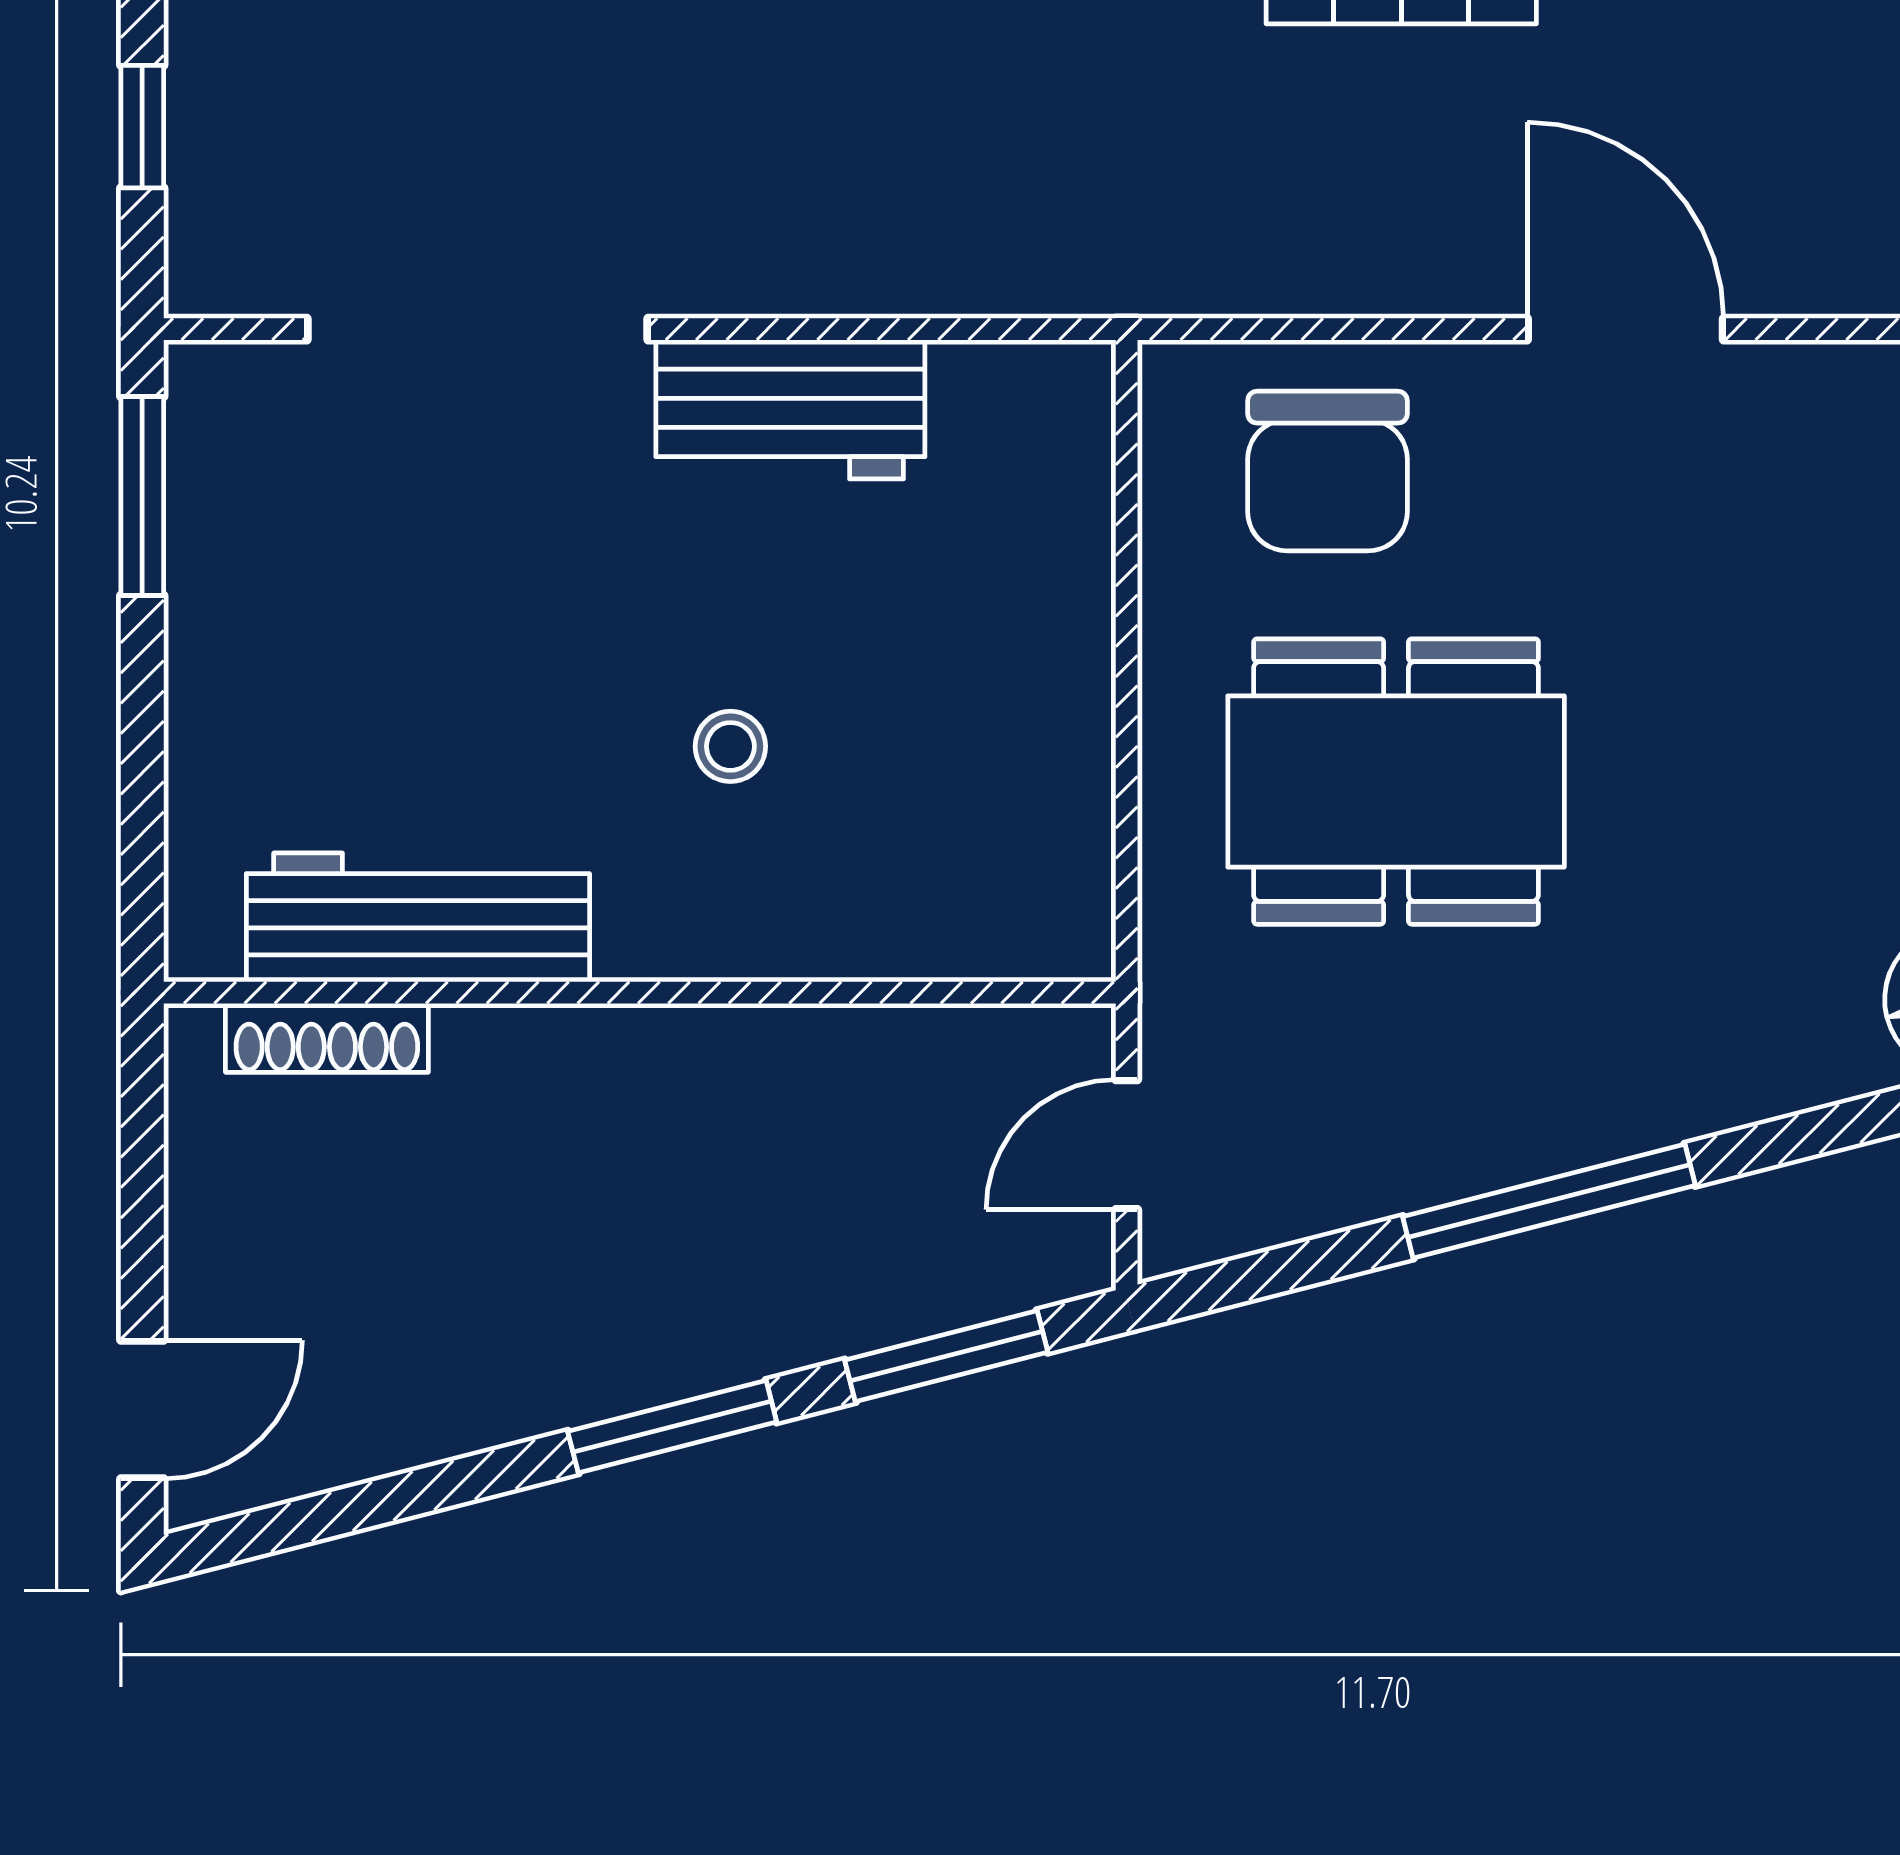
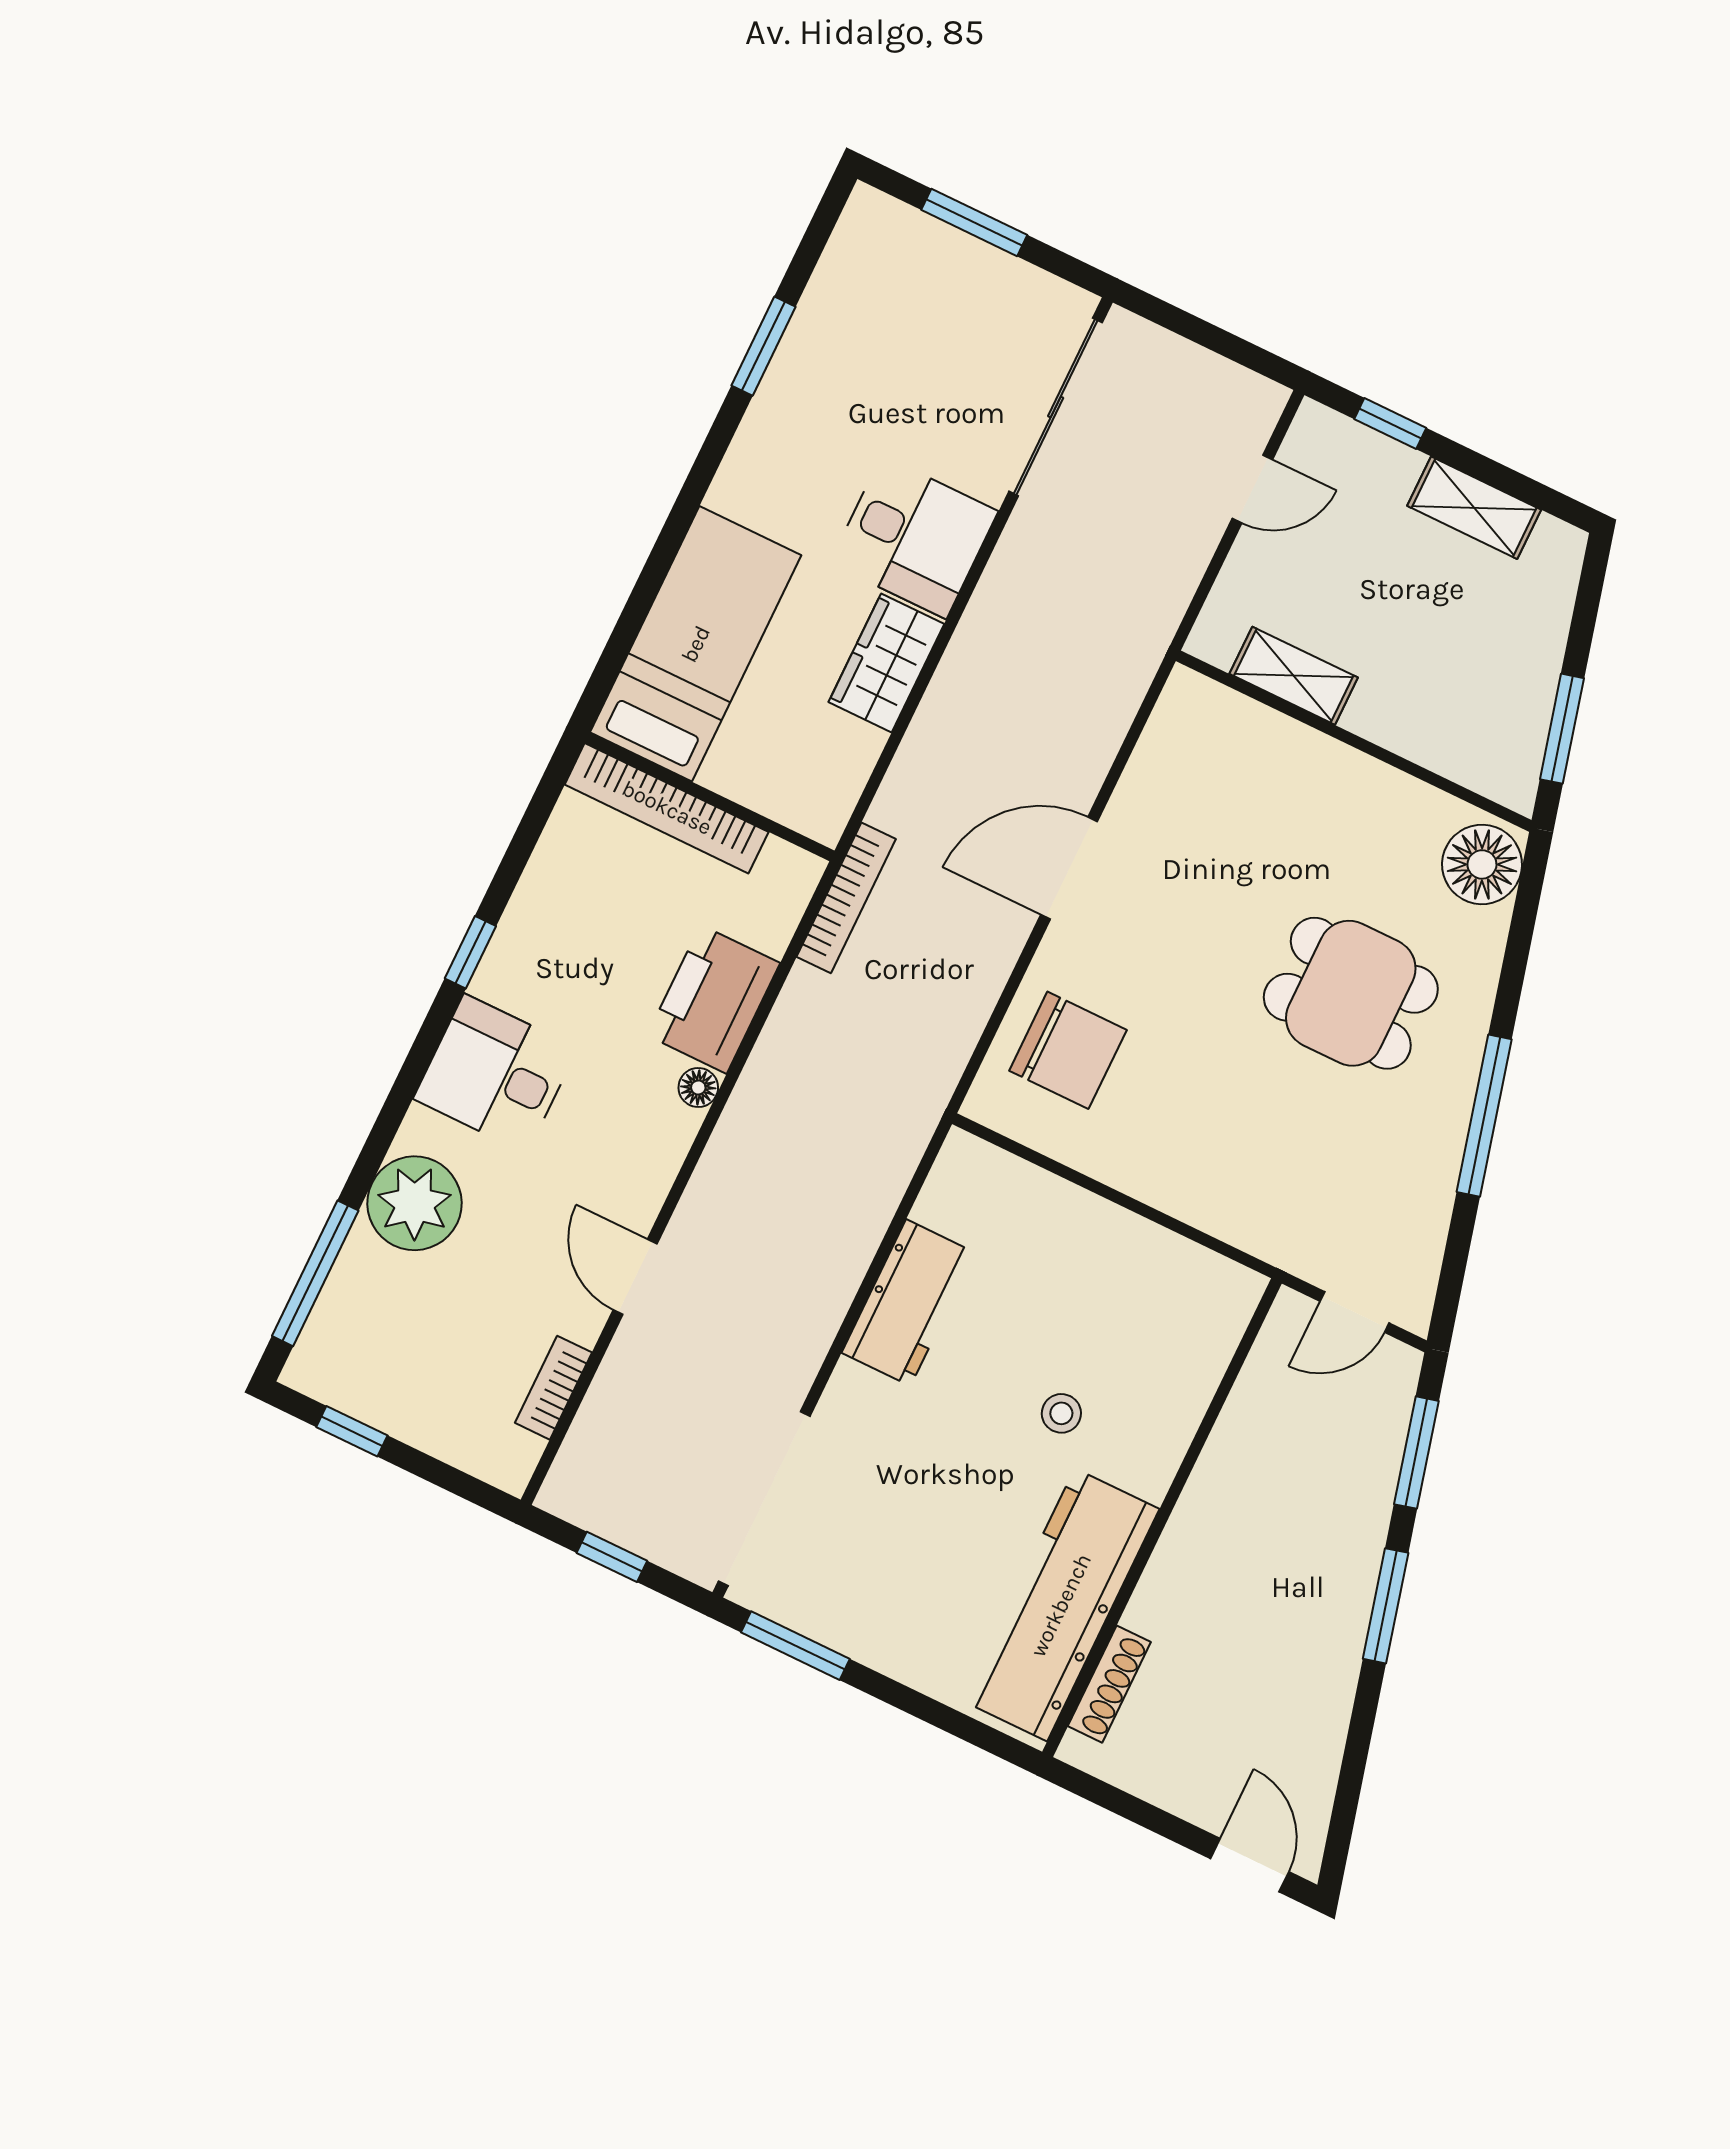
doorway: (478, 329) -> (764, 1499), moved
dining table: (1396, 782) -> (1351, 993), moved, width x0.73
workbench: (418, 917) -> (1061, 1605), width x1.36, depth x1.32
door: (1127, 1145) -> (1355, 1312), hinge flipped

